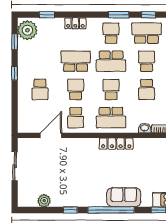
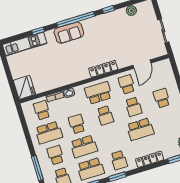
locker: (75, 23) -> (150, 159), width x1.53
school desk: (111, 61) -> (112, 138), removed
school desk: (147, 61) -> (84, 146), width x1.85
locker: (116, 144) -> (103, 69), moved

